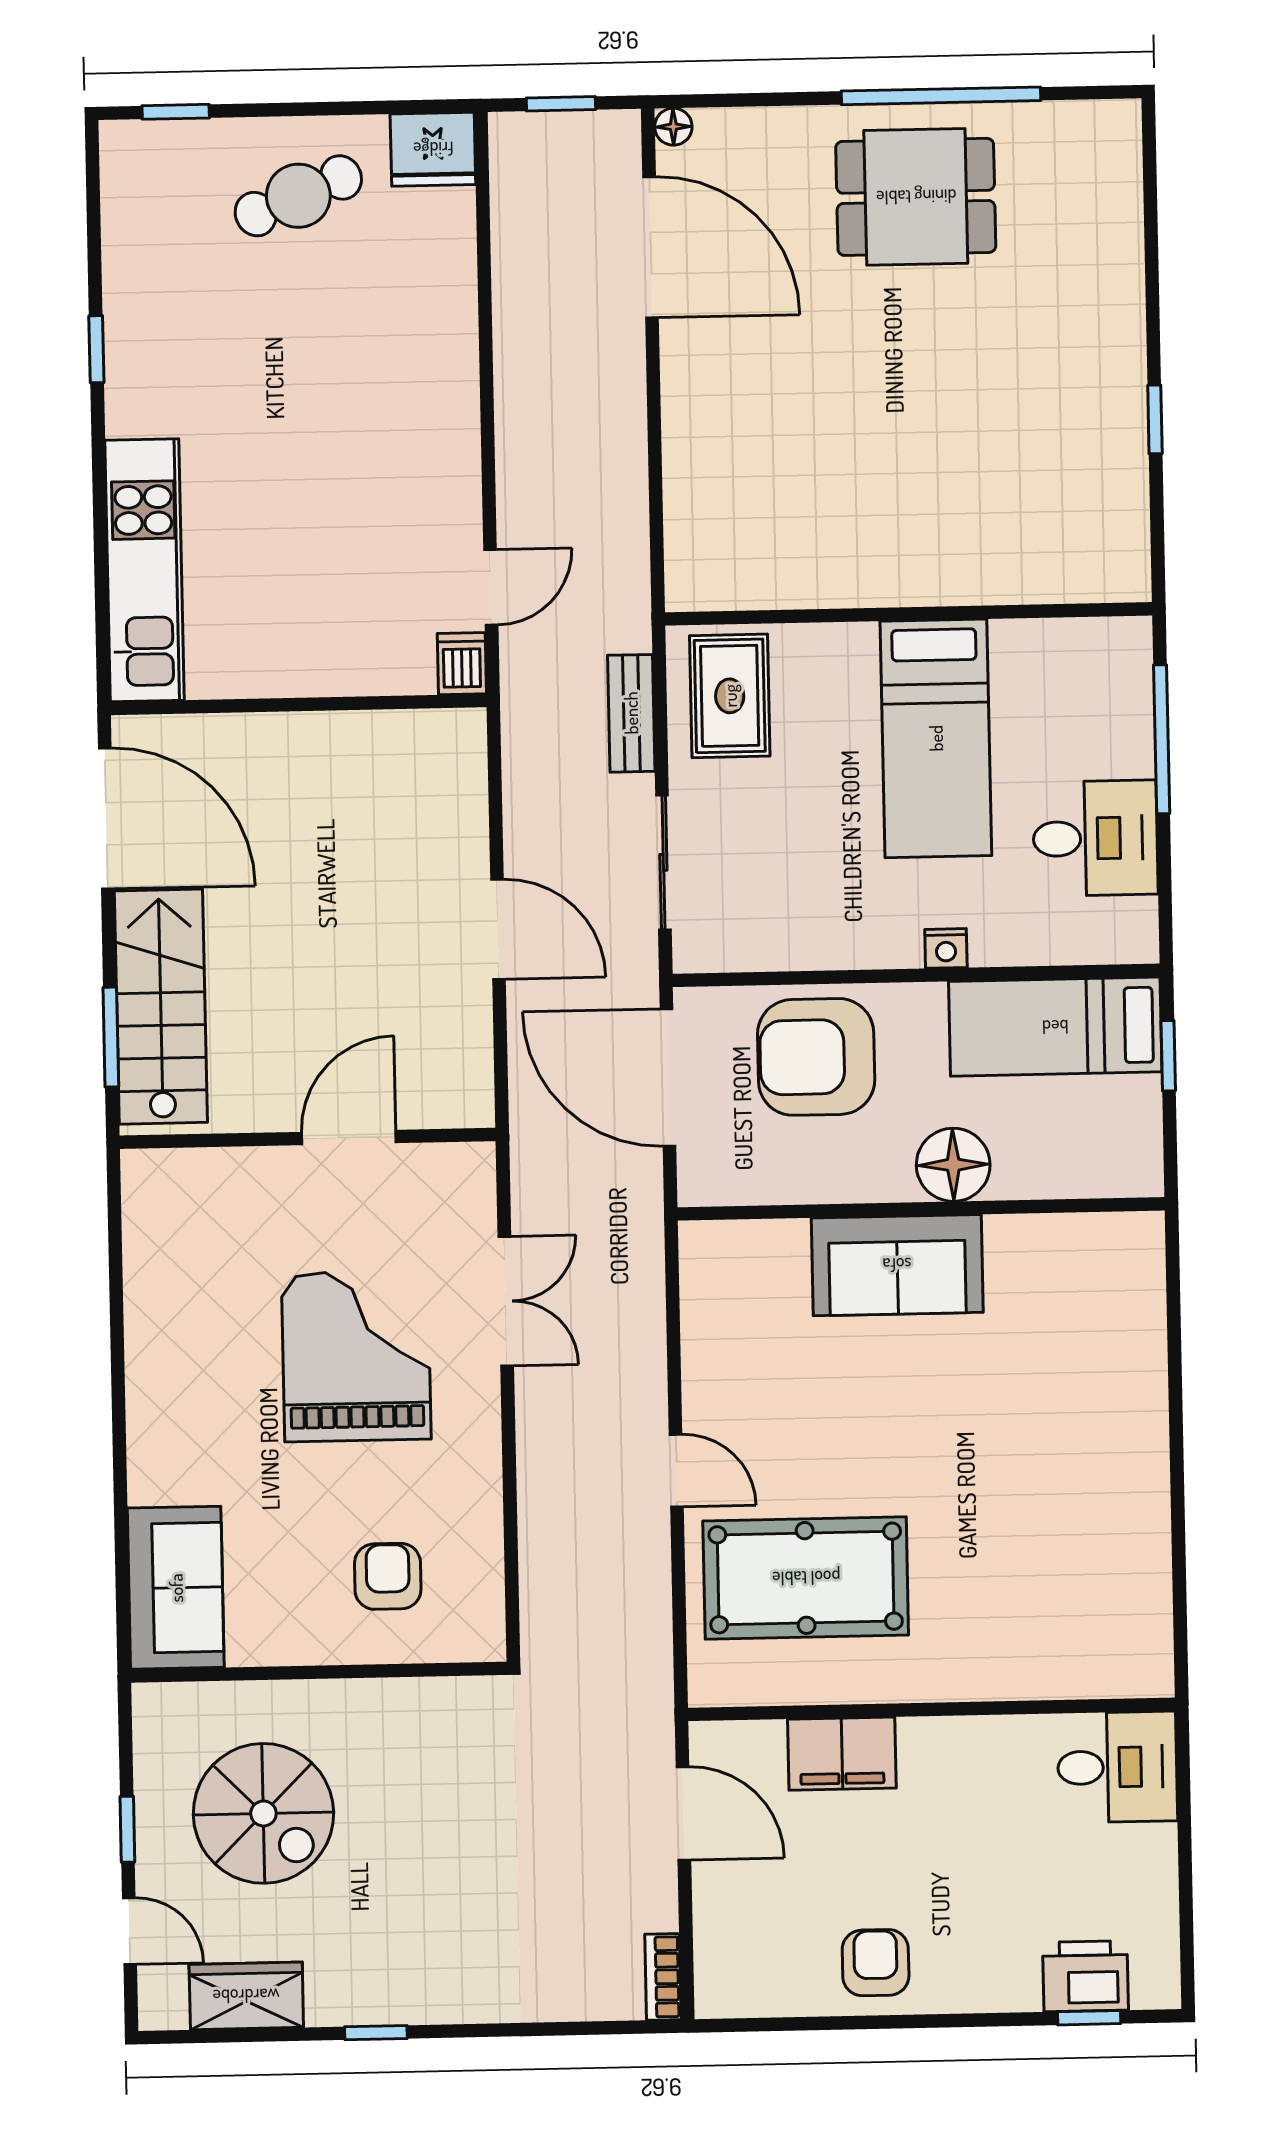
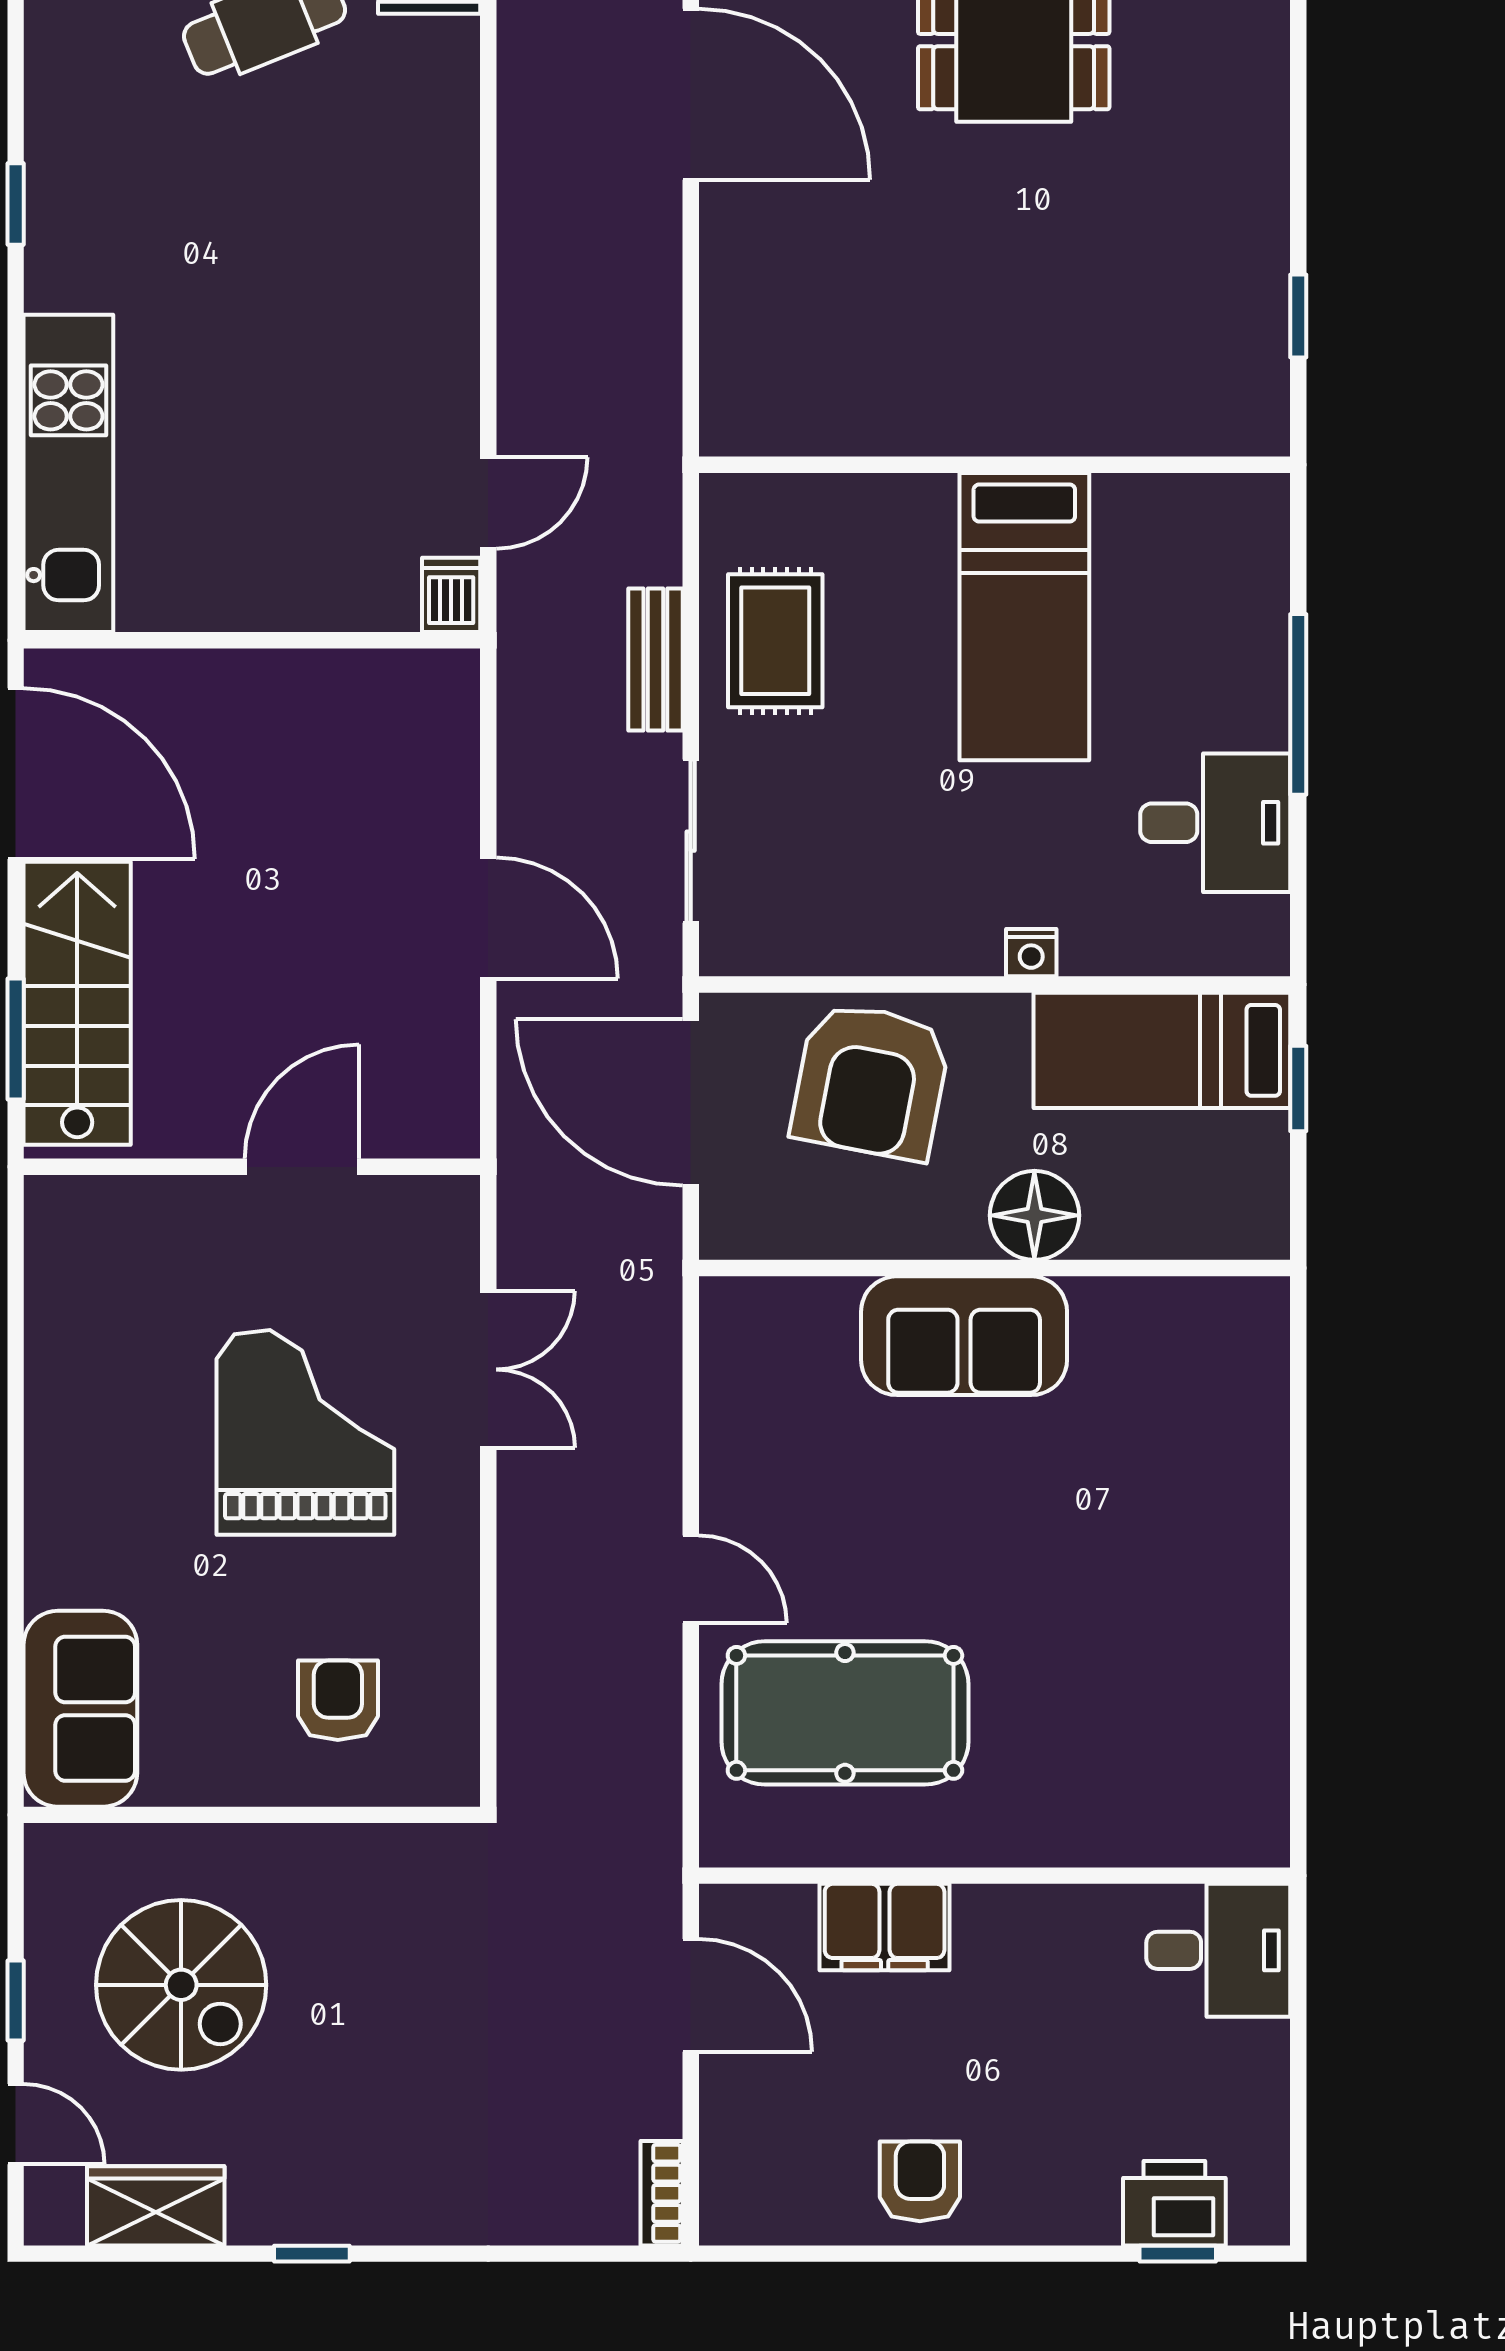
wall: (909, 614) -> (994, 465), moved
bed: (936, 738) -> (1024, 617), moved
armchair: (816, 1057) -> (871, 1081), turned -79

